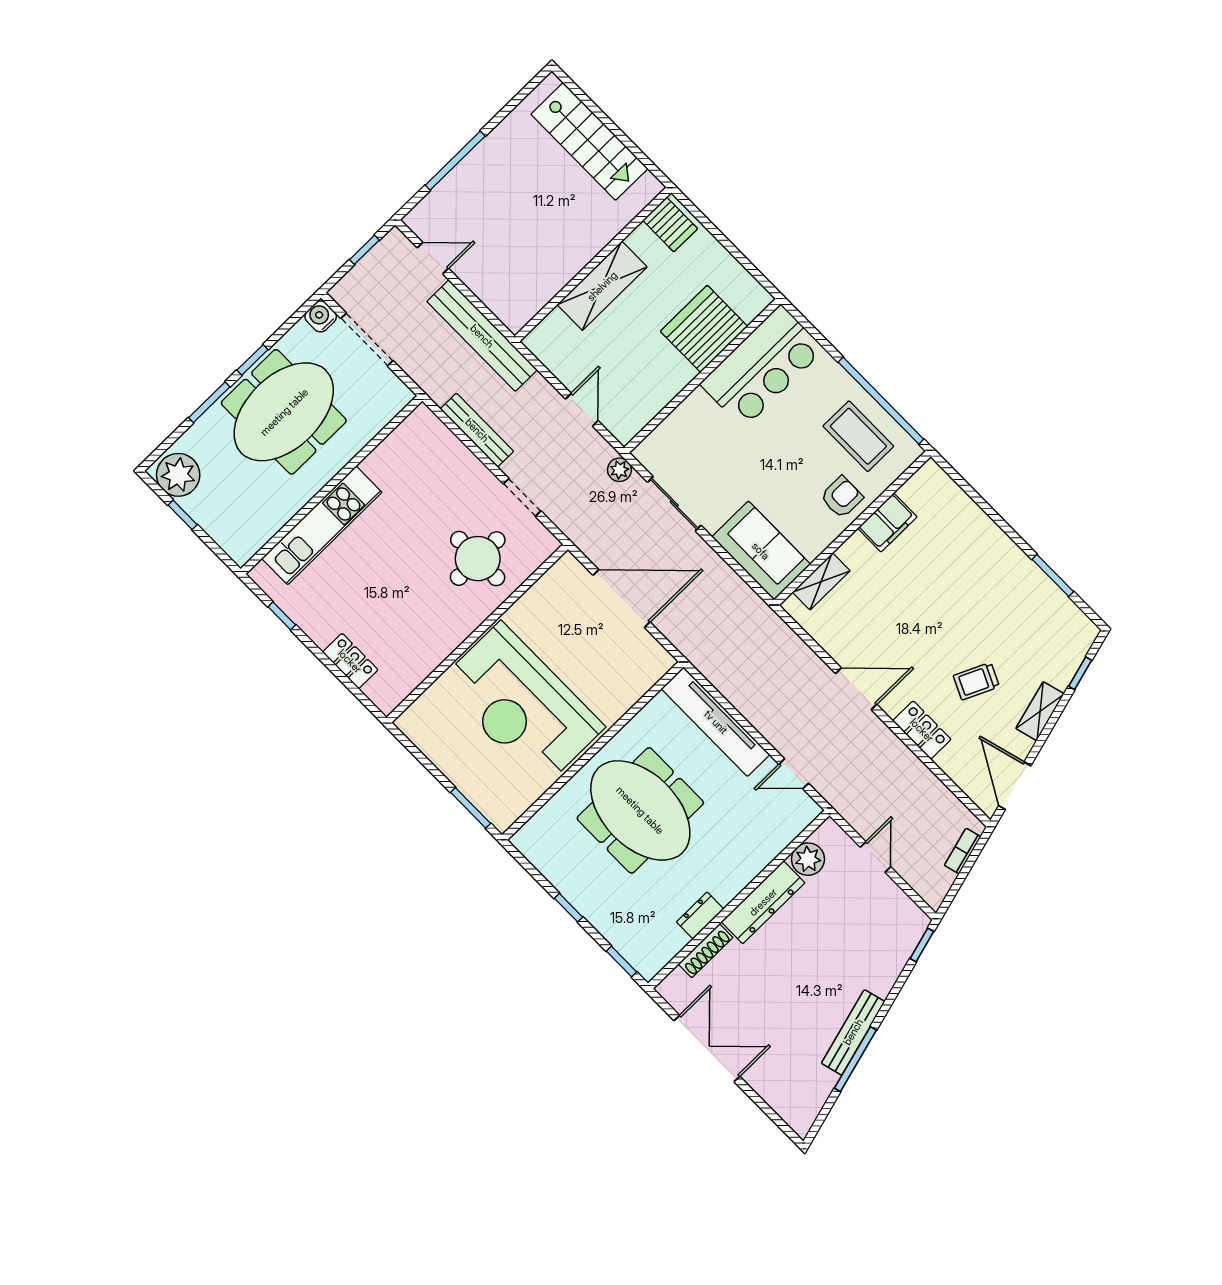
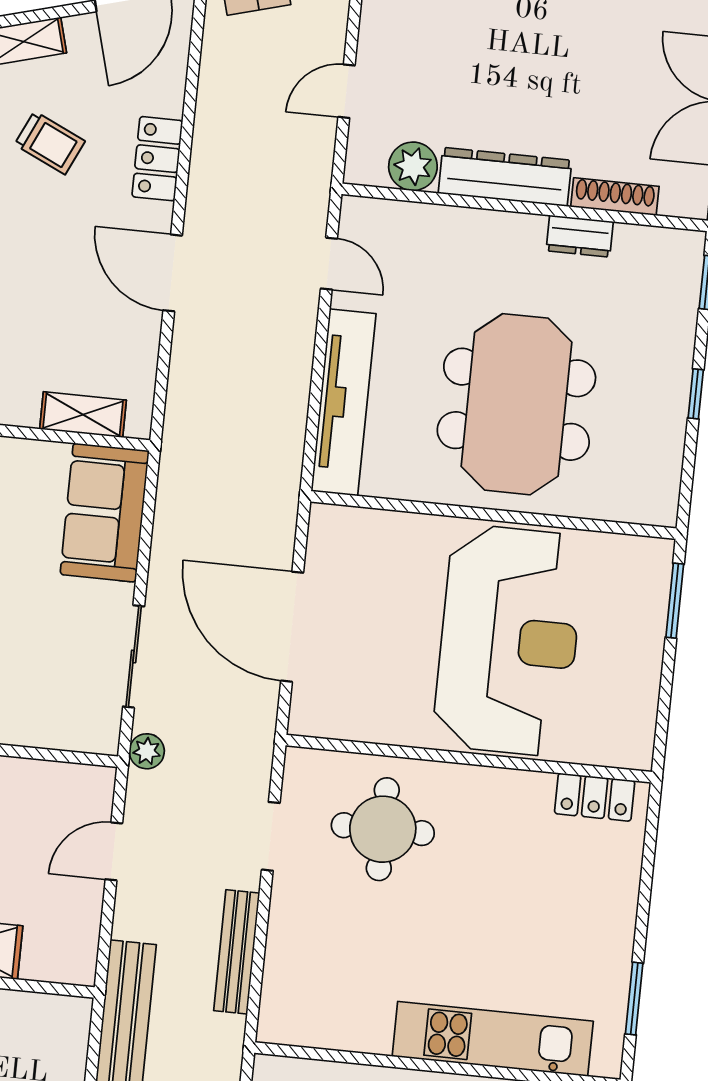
window: (282, 616) -> (634, 999), width x1.50
locker: (350, 661) -> (595, 797), moved, turned -90

